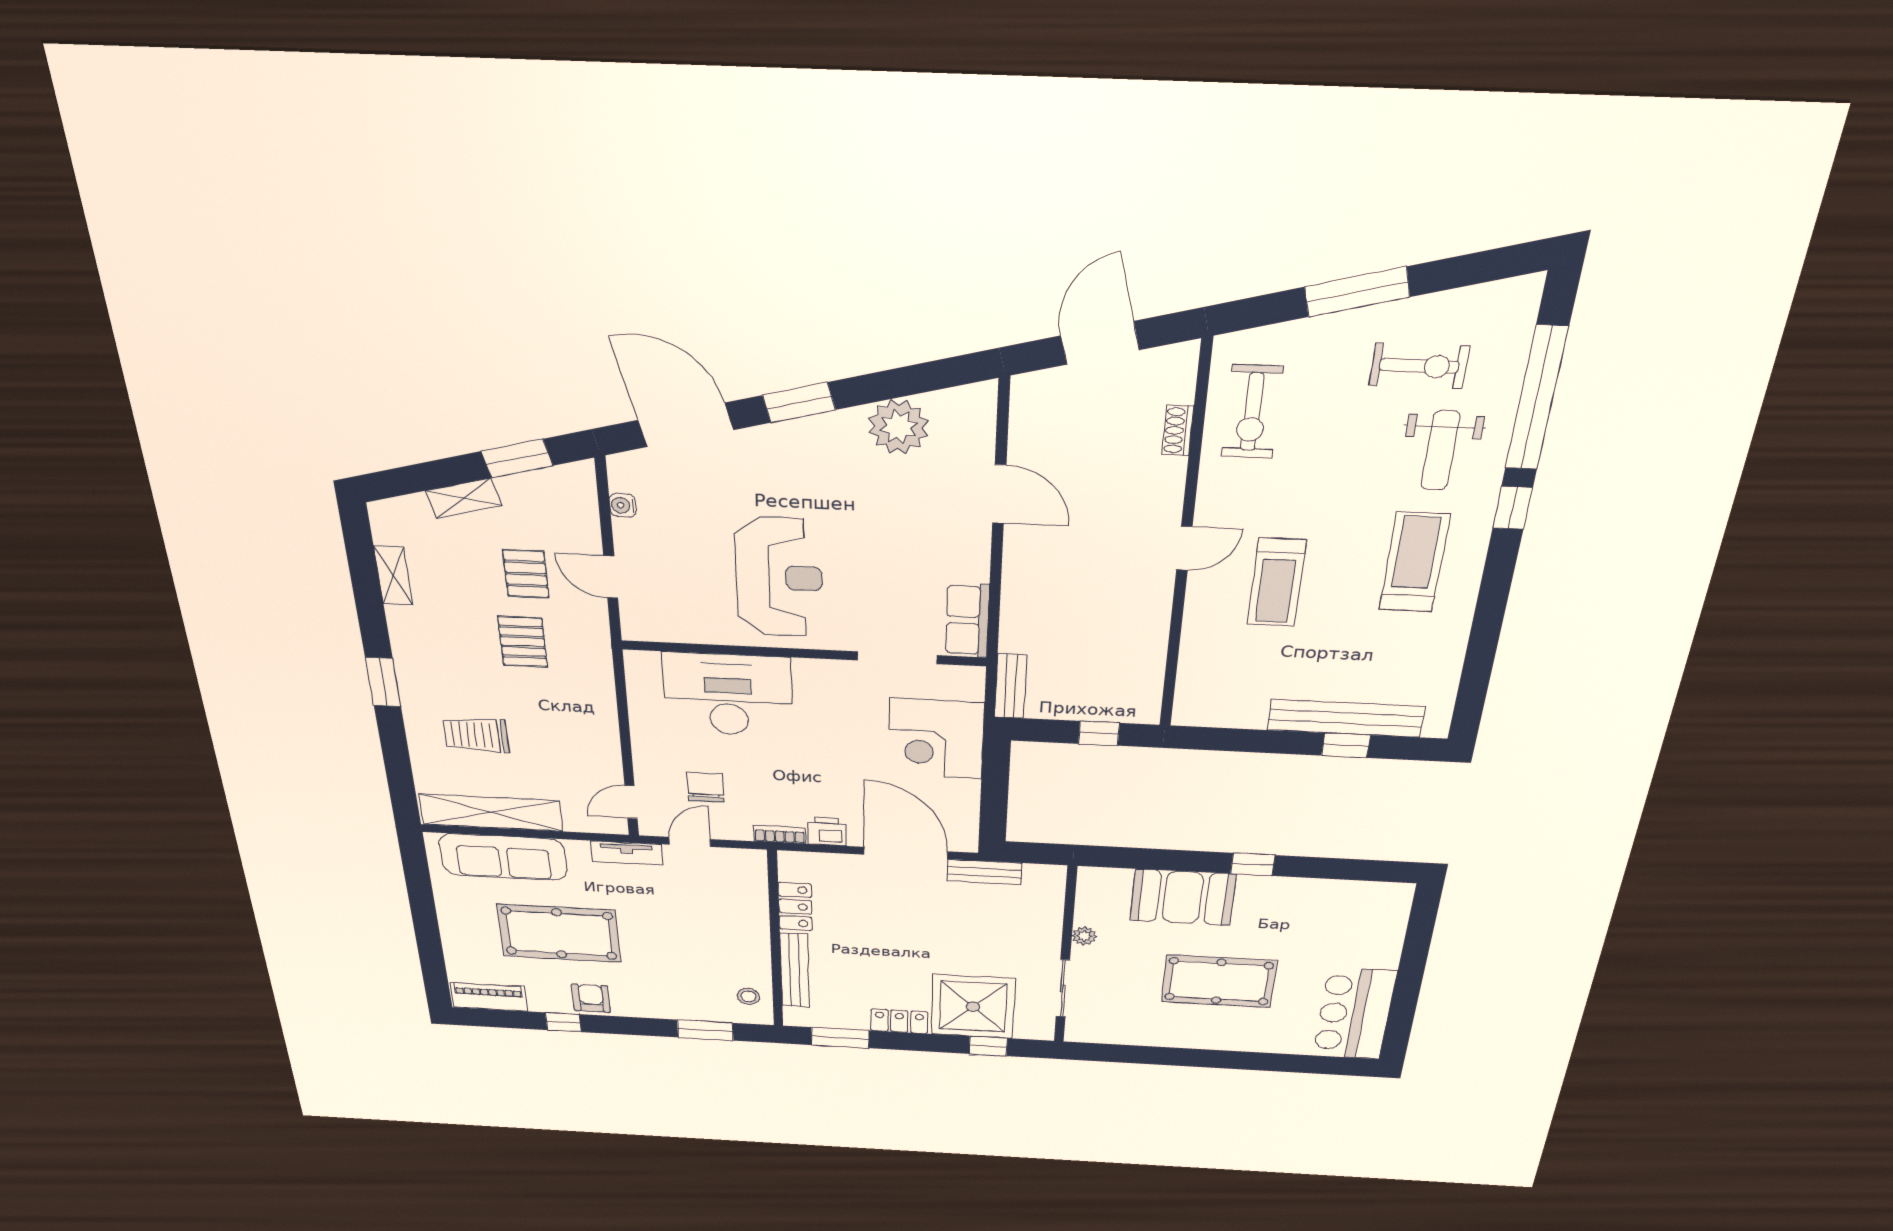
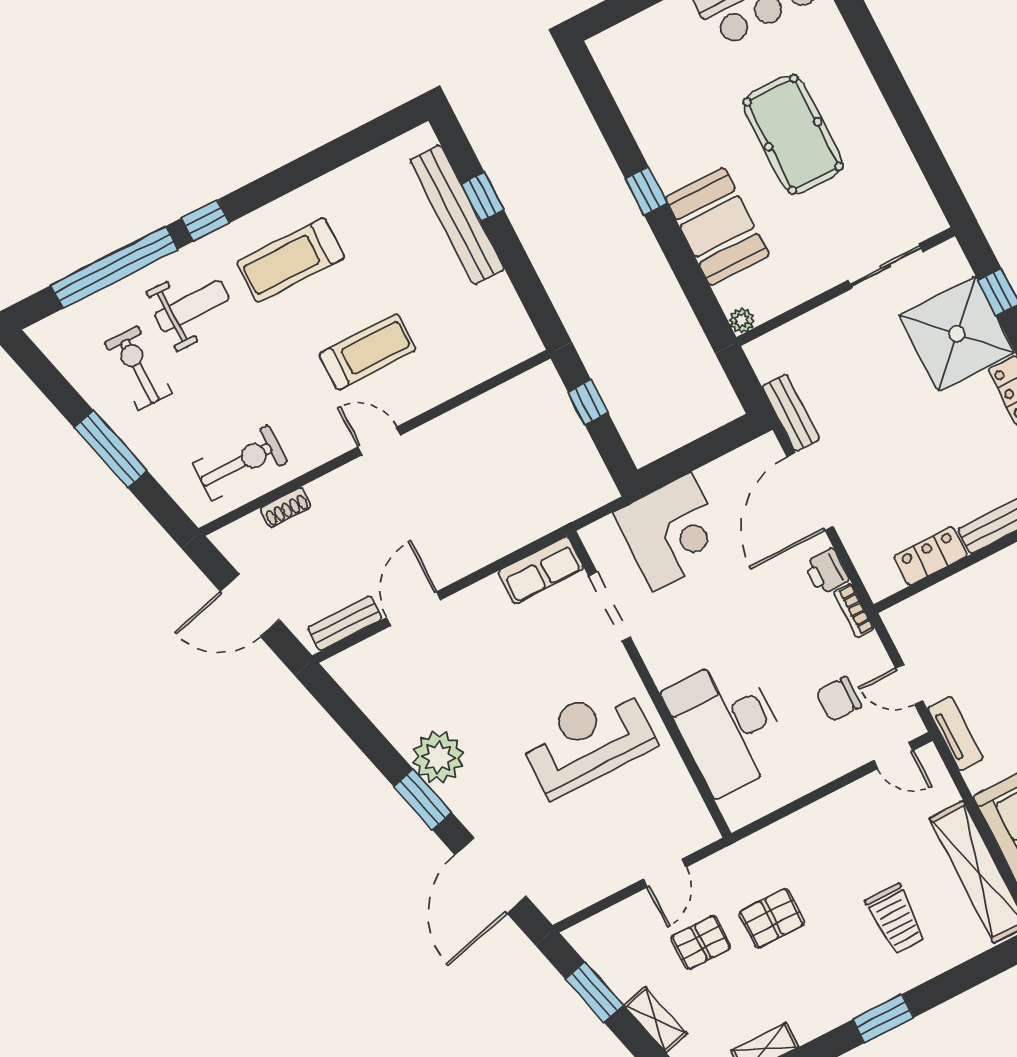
plant: (899, 427) -> (438, 757), moved
water cooler: (623, 505) -> (591, 892), removed
bench: (1011, 686) -> (345, 623), moved
plant: (1084, 936) -> (742, 320), moved

